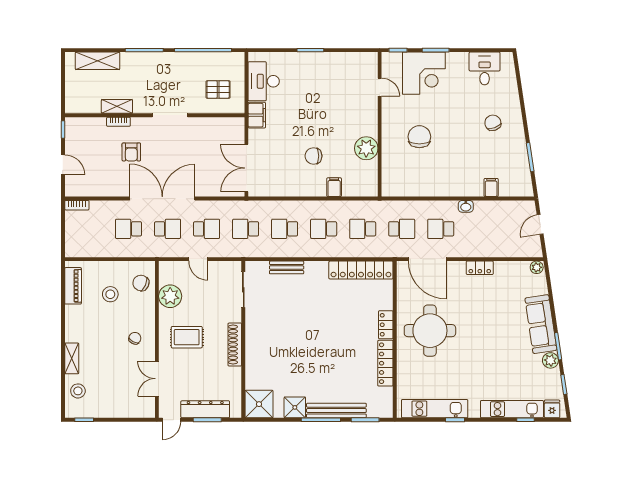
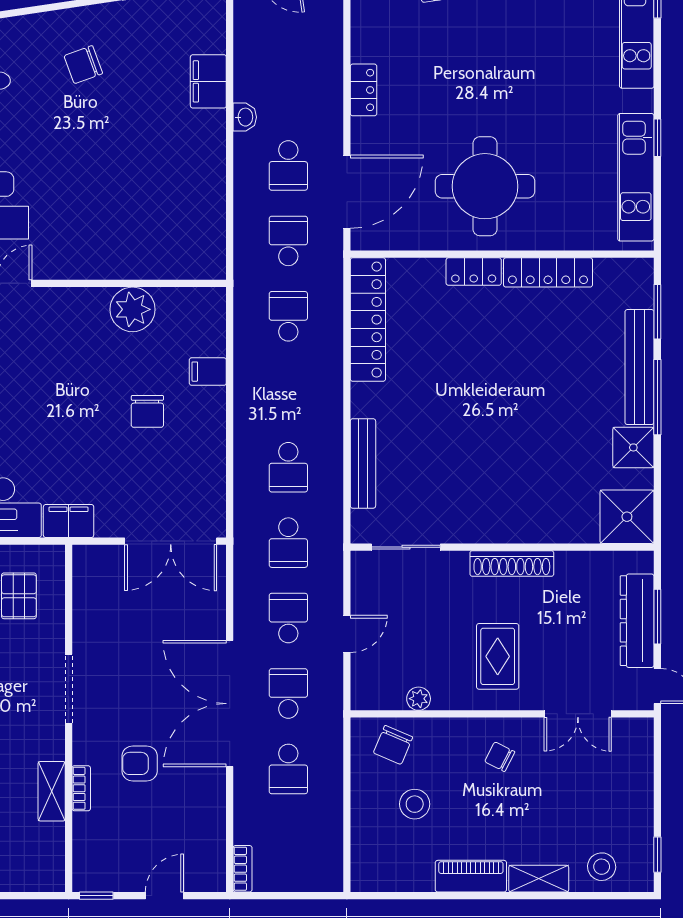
chair: (419, 137) -> (110, 207), removed
armchair: (131, 152) -> (140, 763), turned 180
filing cabinet: (491, 187) -> (208, 81), width x2.00
school desk: (324, 229) -> (288, 392), removed
school desk: (363, 229) -> (288, 316), turned 180
bench: (287, 267) -> (363, 463), width x1.36
piano: (73, 286) -> (471, 876), moved
plant: (170, 296) -> (419, 699), width x0.53, depth x0.53

